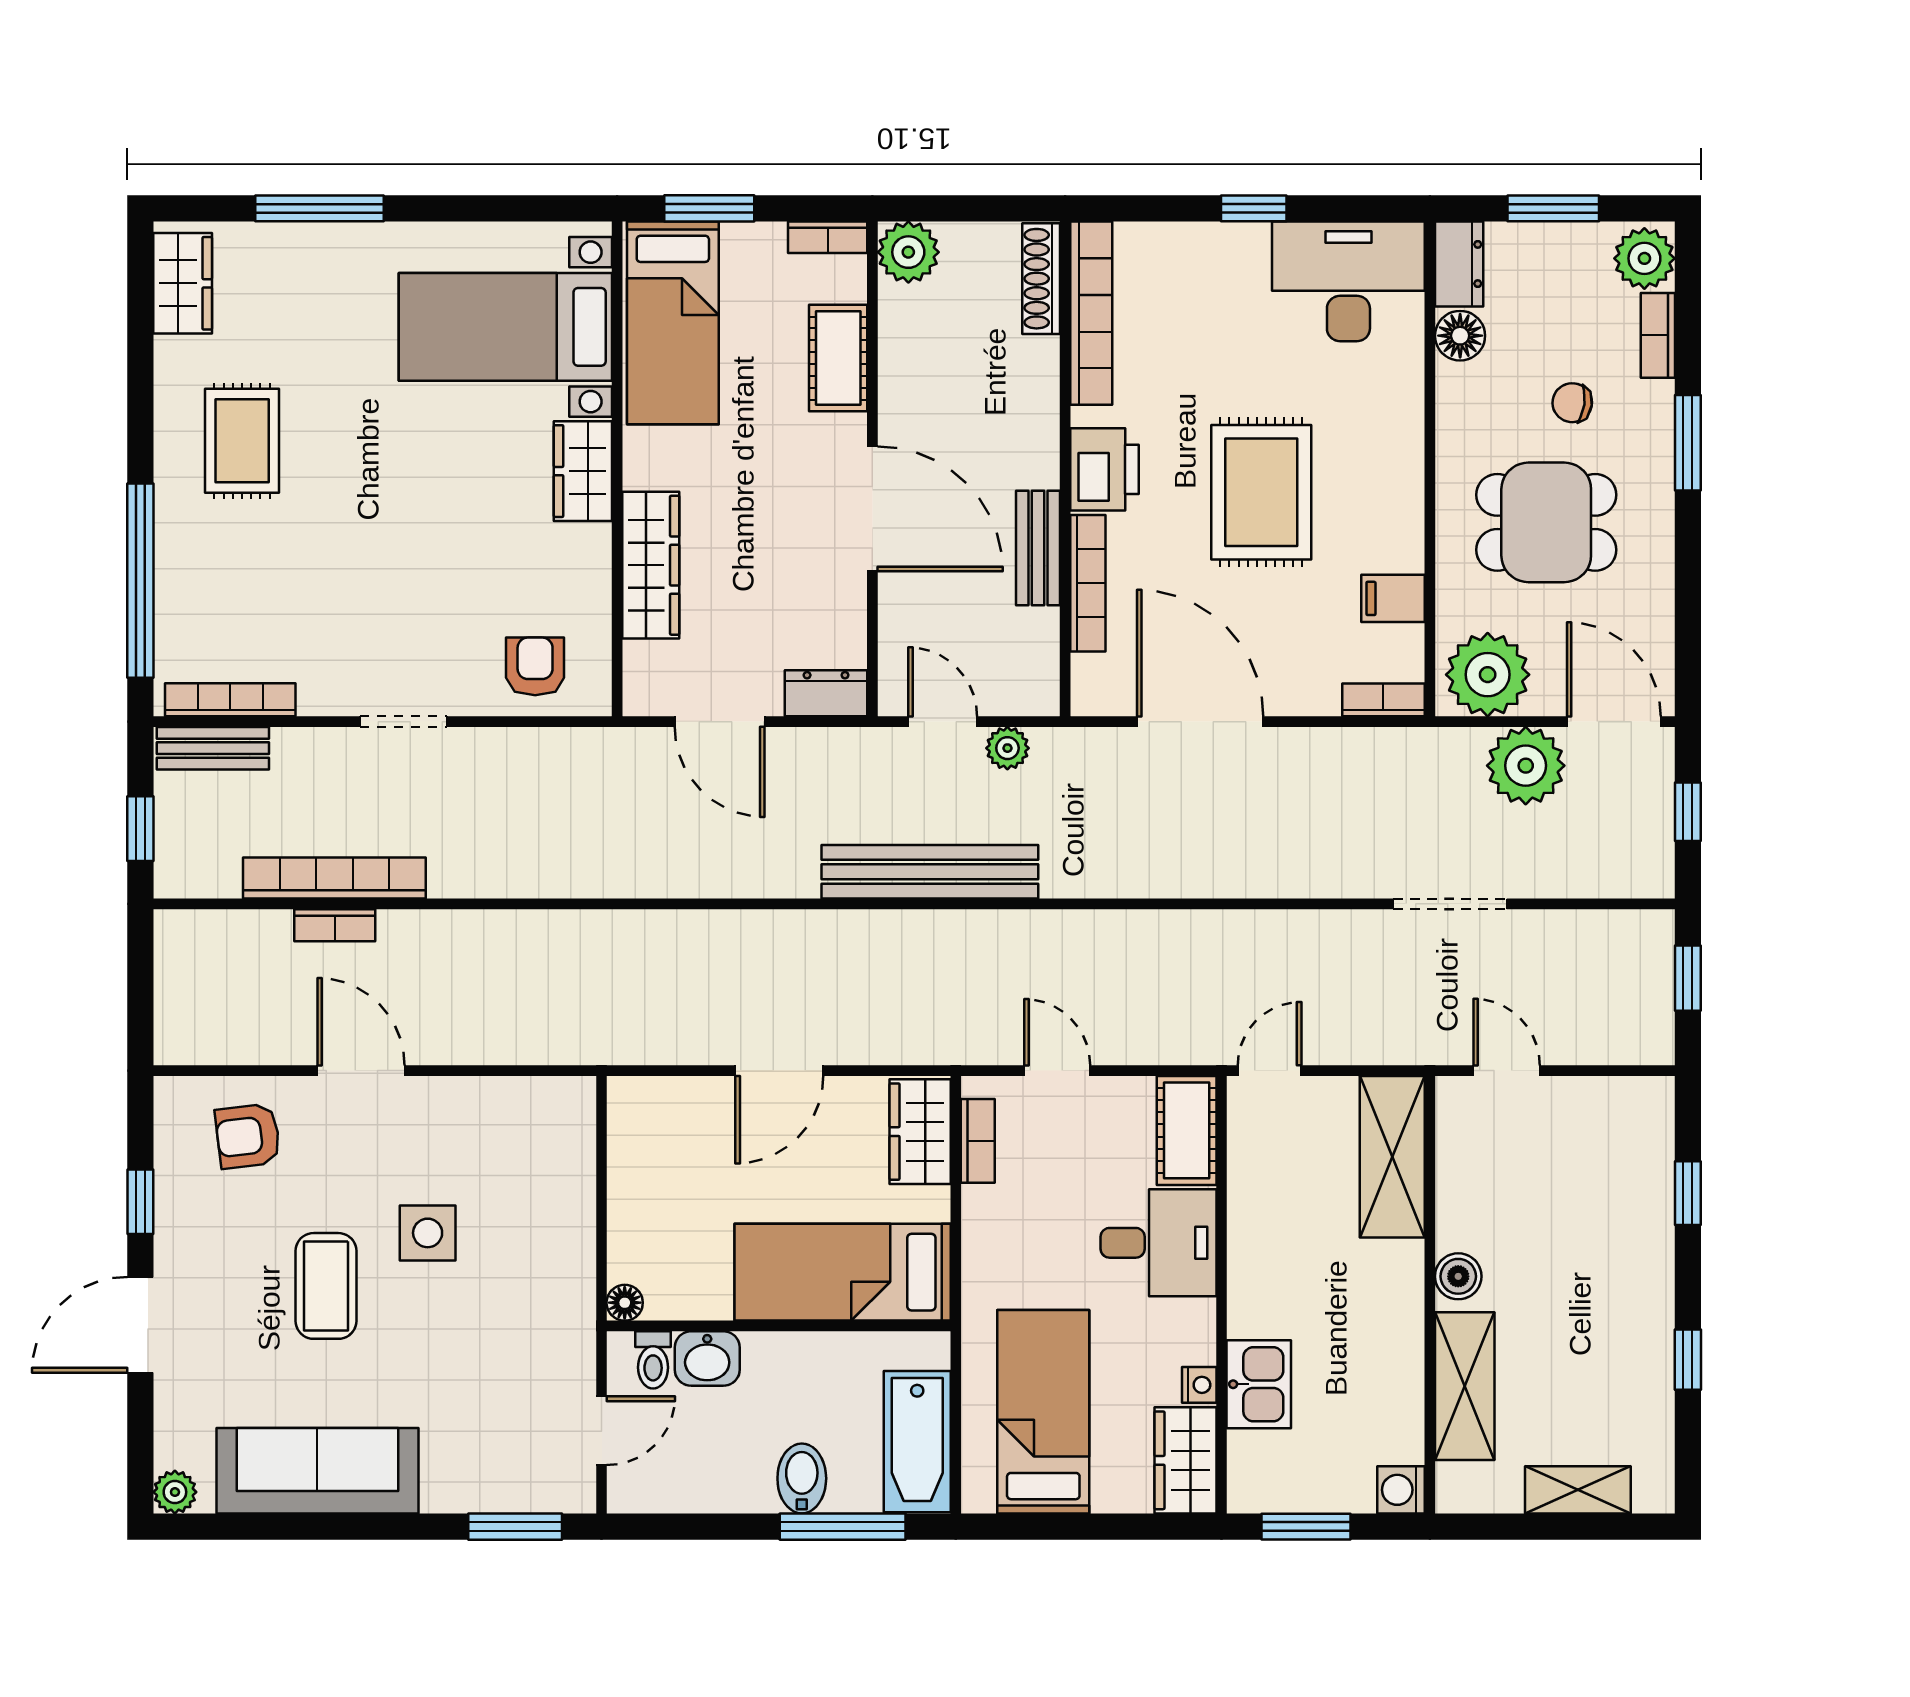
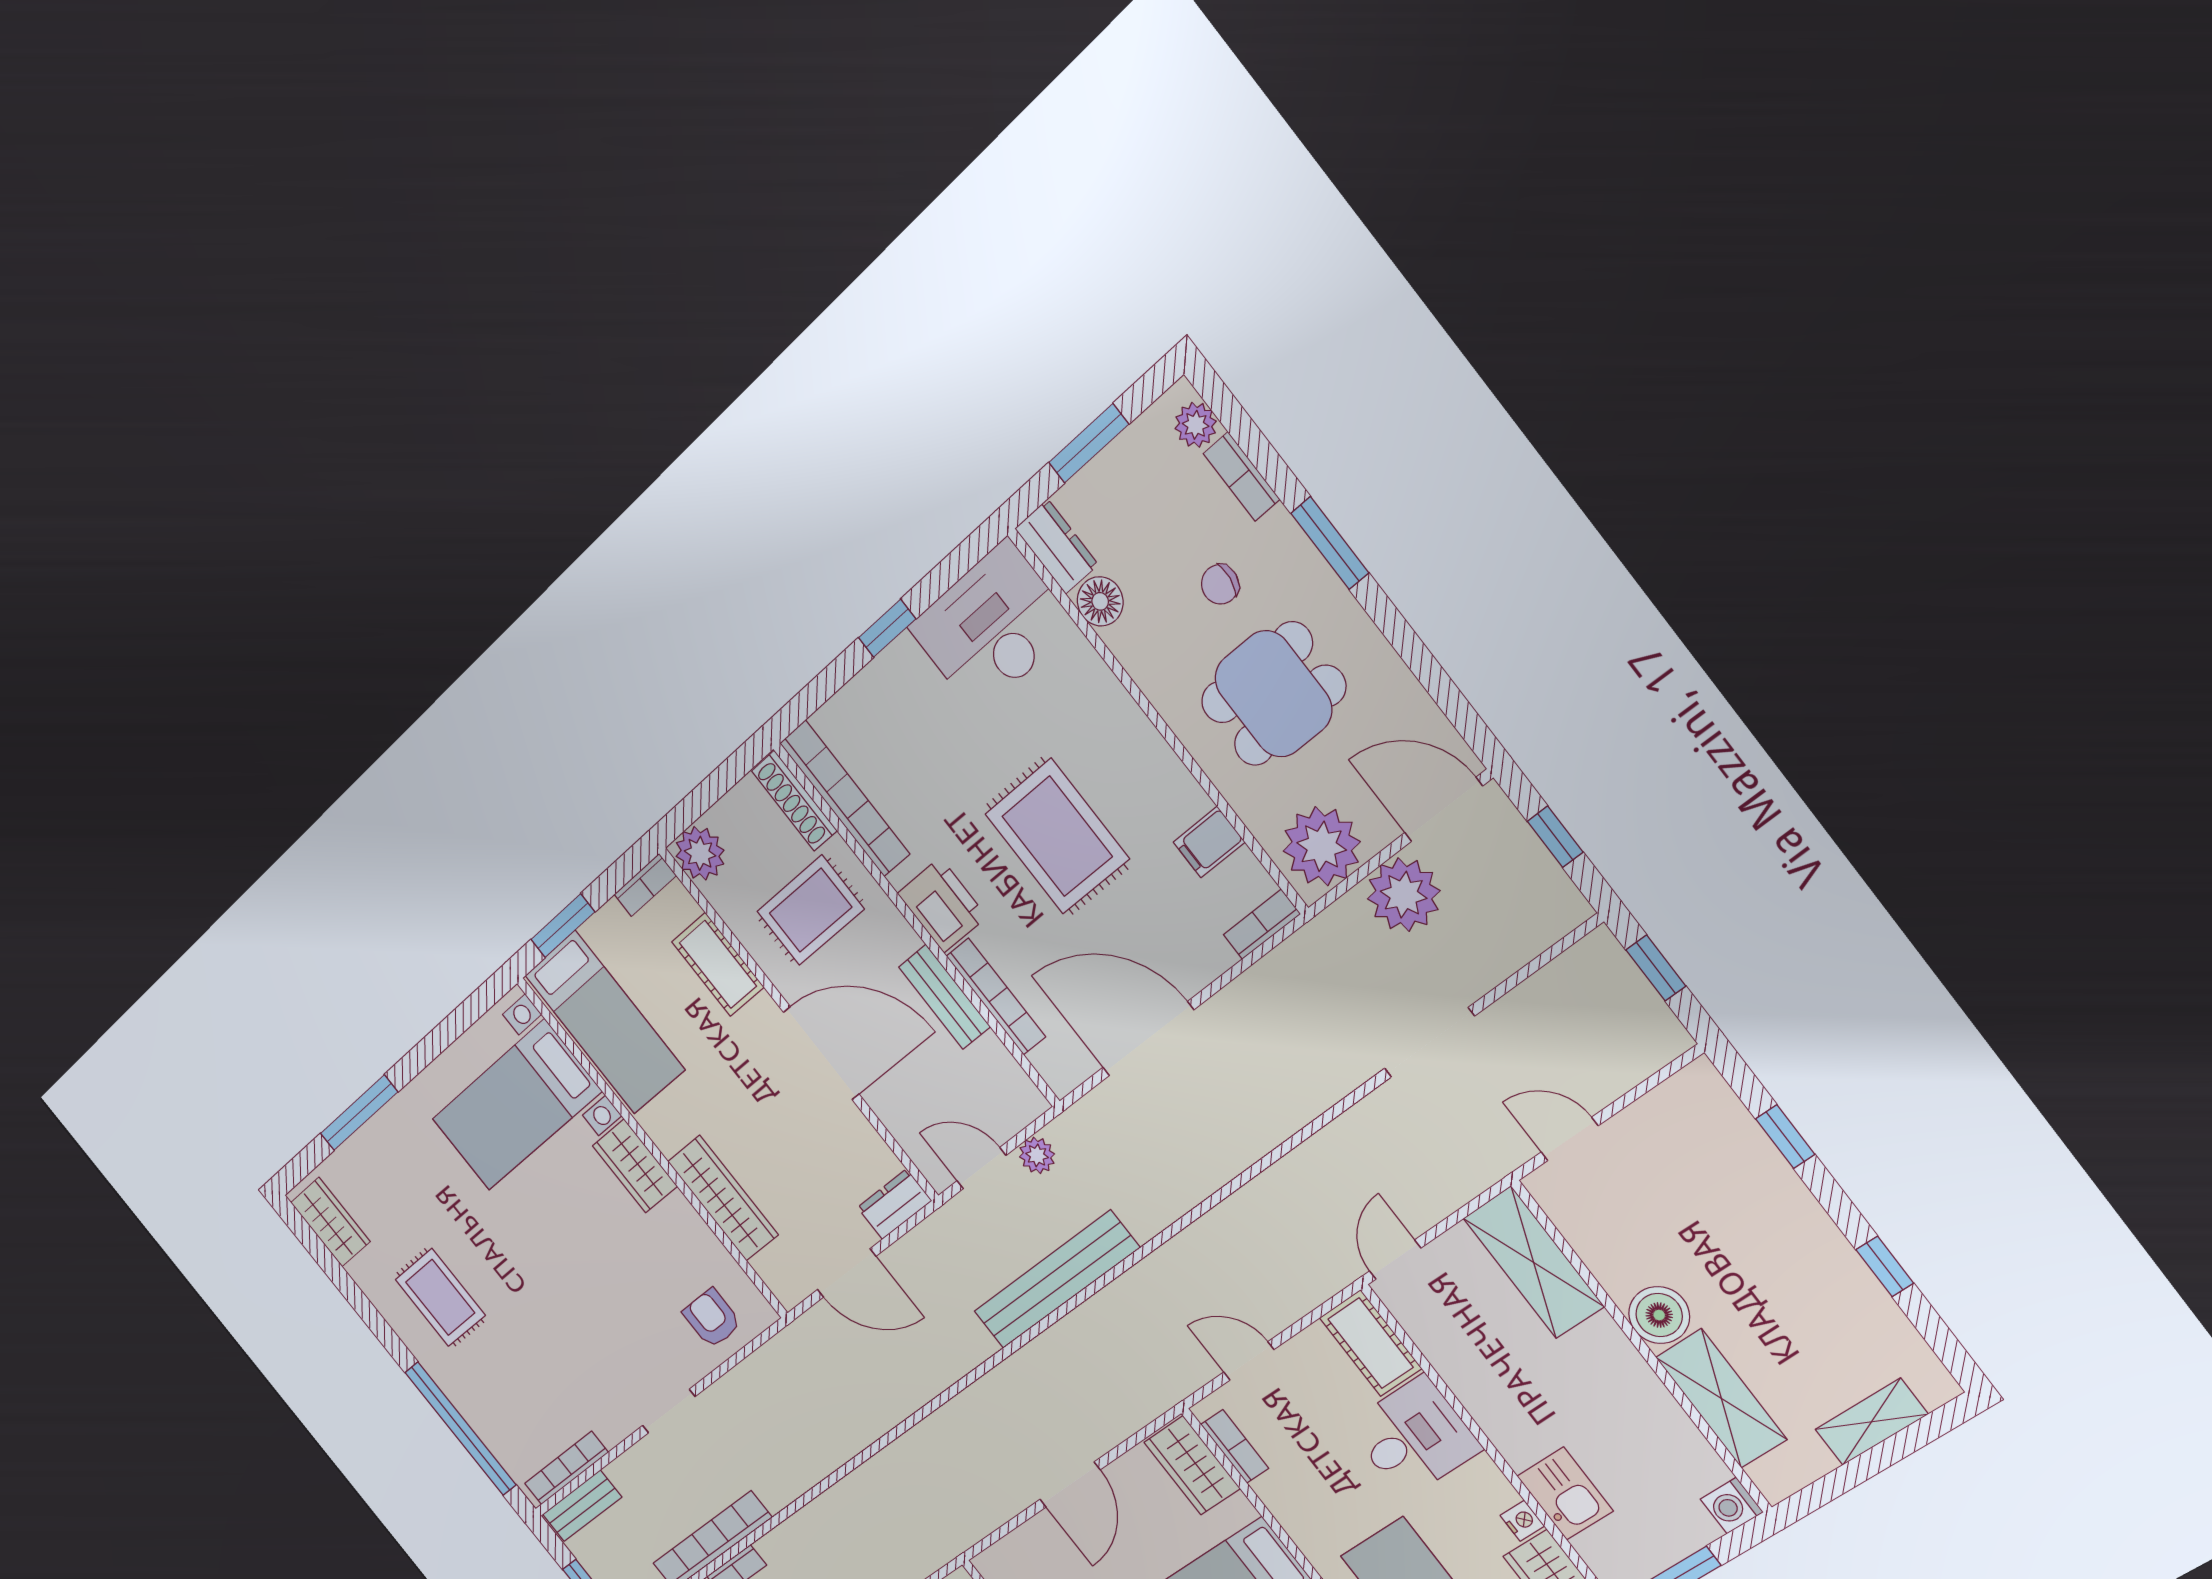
plant: (1644, 258) -> (1196, 425), width x0.73, depth x0.73
rug: (974, 380) -> (810, 910), added
boiler: (1458, 1276) -> (1659, 1315), width x1.36, depth x1.36

